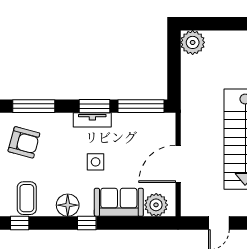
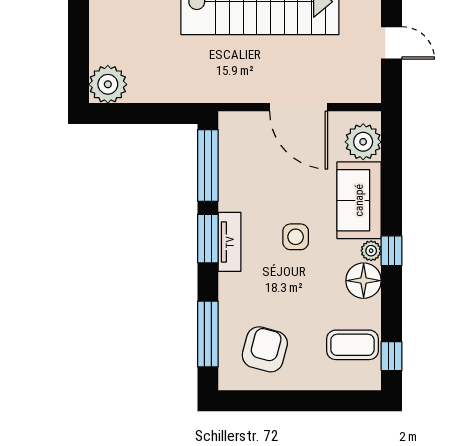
plant: (87, 210) -> (371, 251), added

